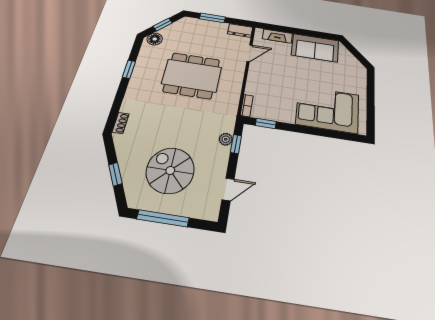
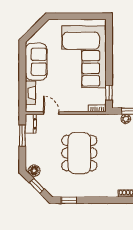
window: (212, 18) -> (22, 136), moved
floor lamp: (155, 39) -> (34, 171), moved
window: (129, 69) -> (69, 200), moved
corner sofa: (328, 109) -> (84, 57), width x1.36, depth x1.36

